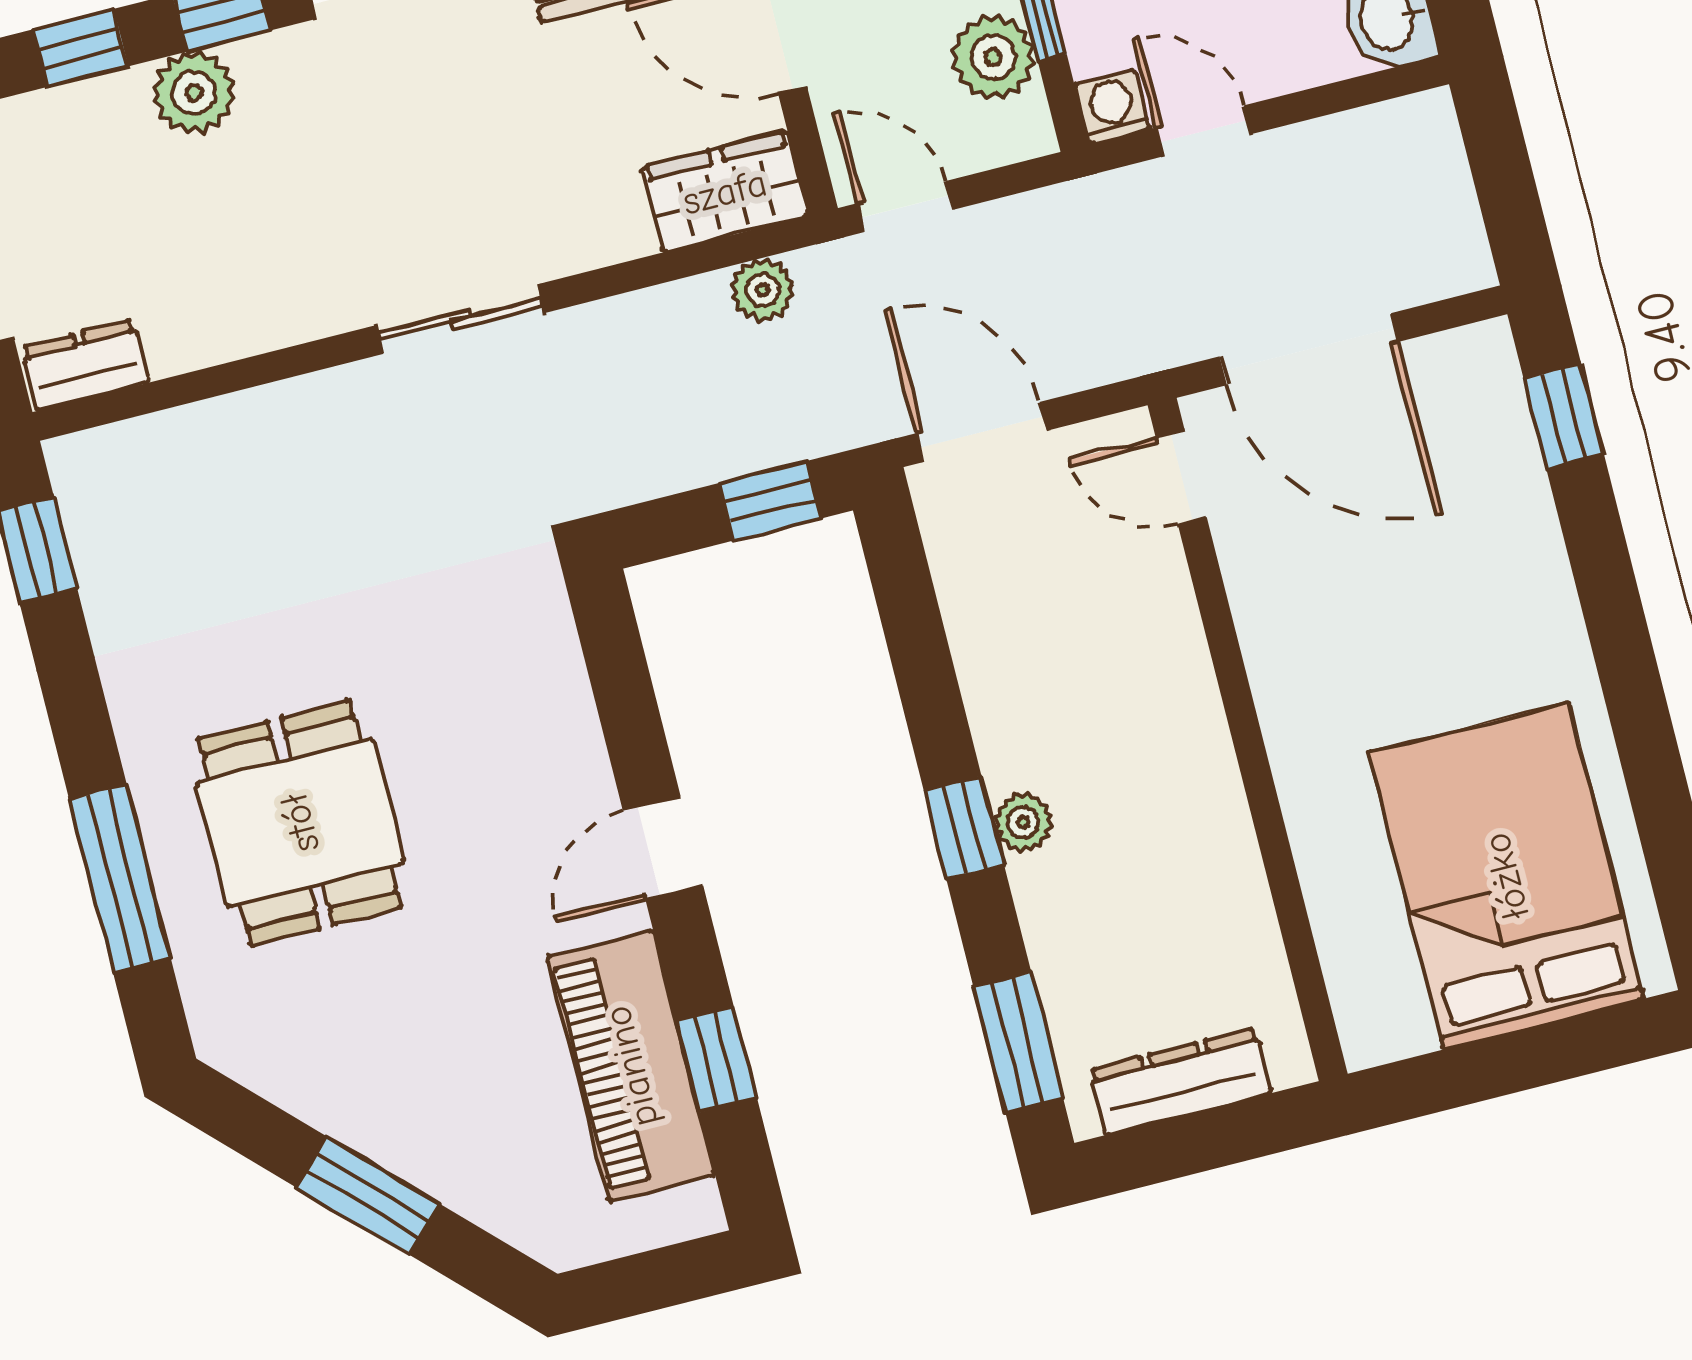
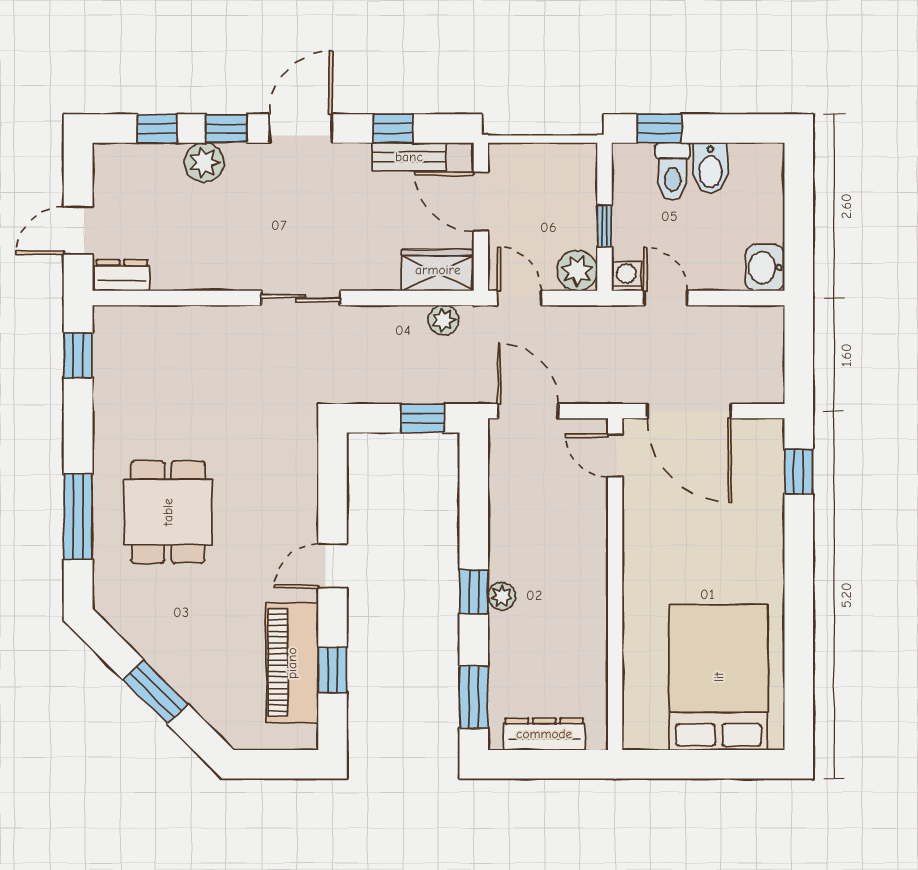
plant: (993, 57) -> (577, 271), moved

